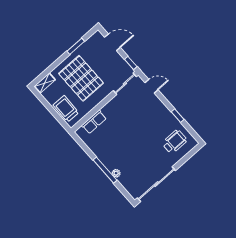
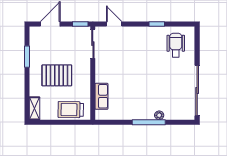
pallet: (81, 78) -> (57, 75), width x0.73, depth x0.71
door: (151, 86) -> (114, 24), hinge flipped

